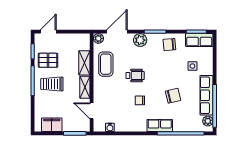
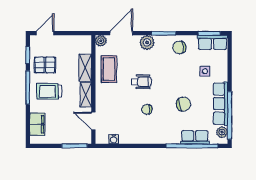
filing cabinet: (52, 125) -> (37, 124), moved, turned 90
row of seats: (160, 126) -> (195, 137), moved

